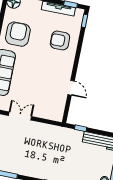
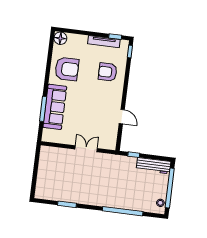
armchair: (18, 34) -> (67, 69), turned 90
double door: (20, 116) -> (86, 149), moved

